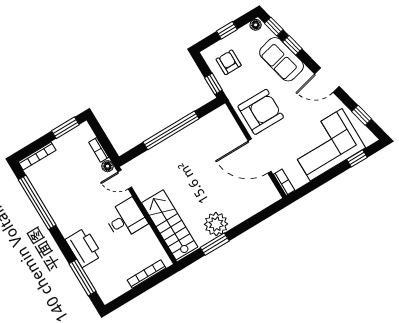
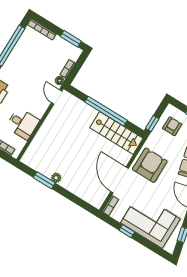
armchair: (261, 112) -> (150, 165), turned -90
window: (357, 158) -> (127, 231), moved
desk: (126, 219) -> (23, 124), moved
plant: (216, 224) -> (56, 178), width x0.53, depth x0.53
stairs: (170, 225) -> (116, 133), moved, turned 90

